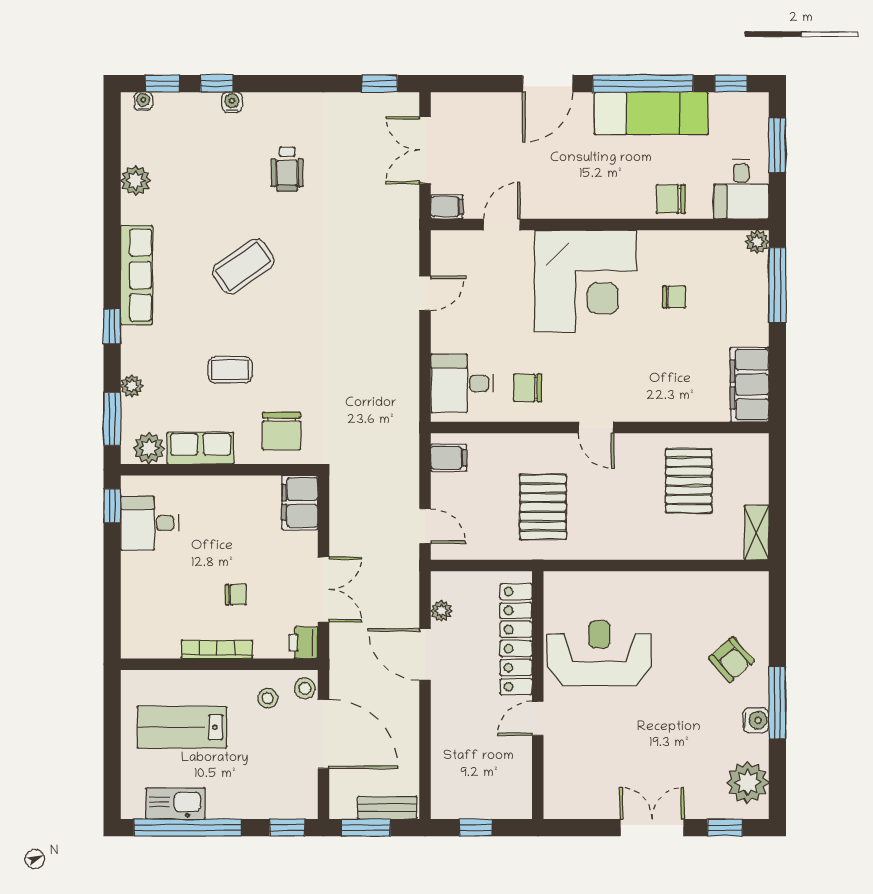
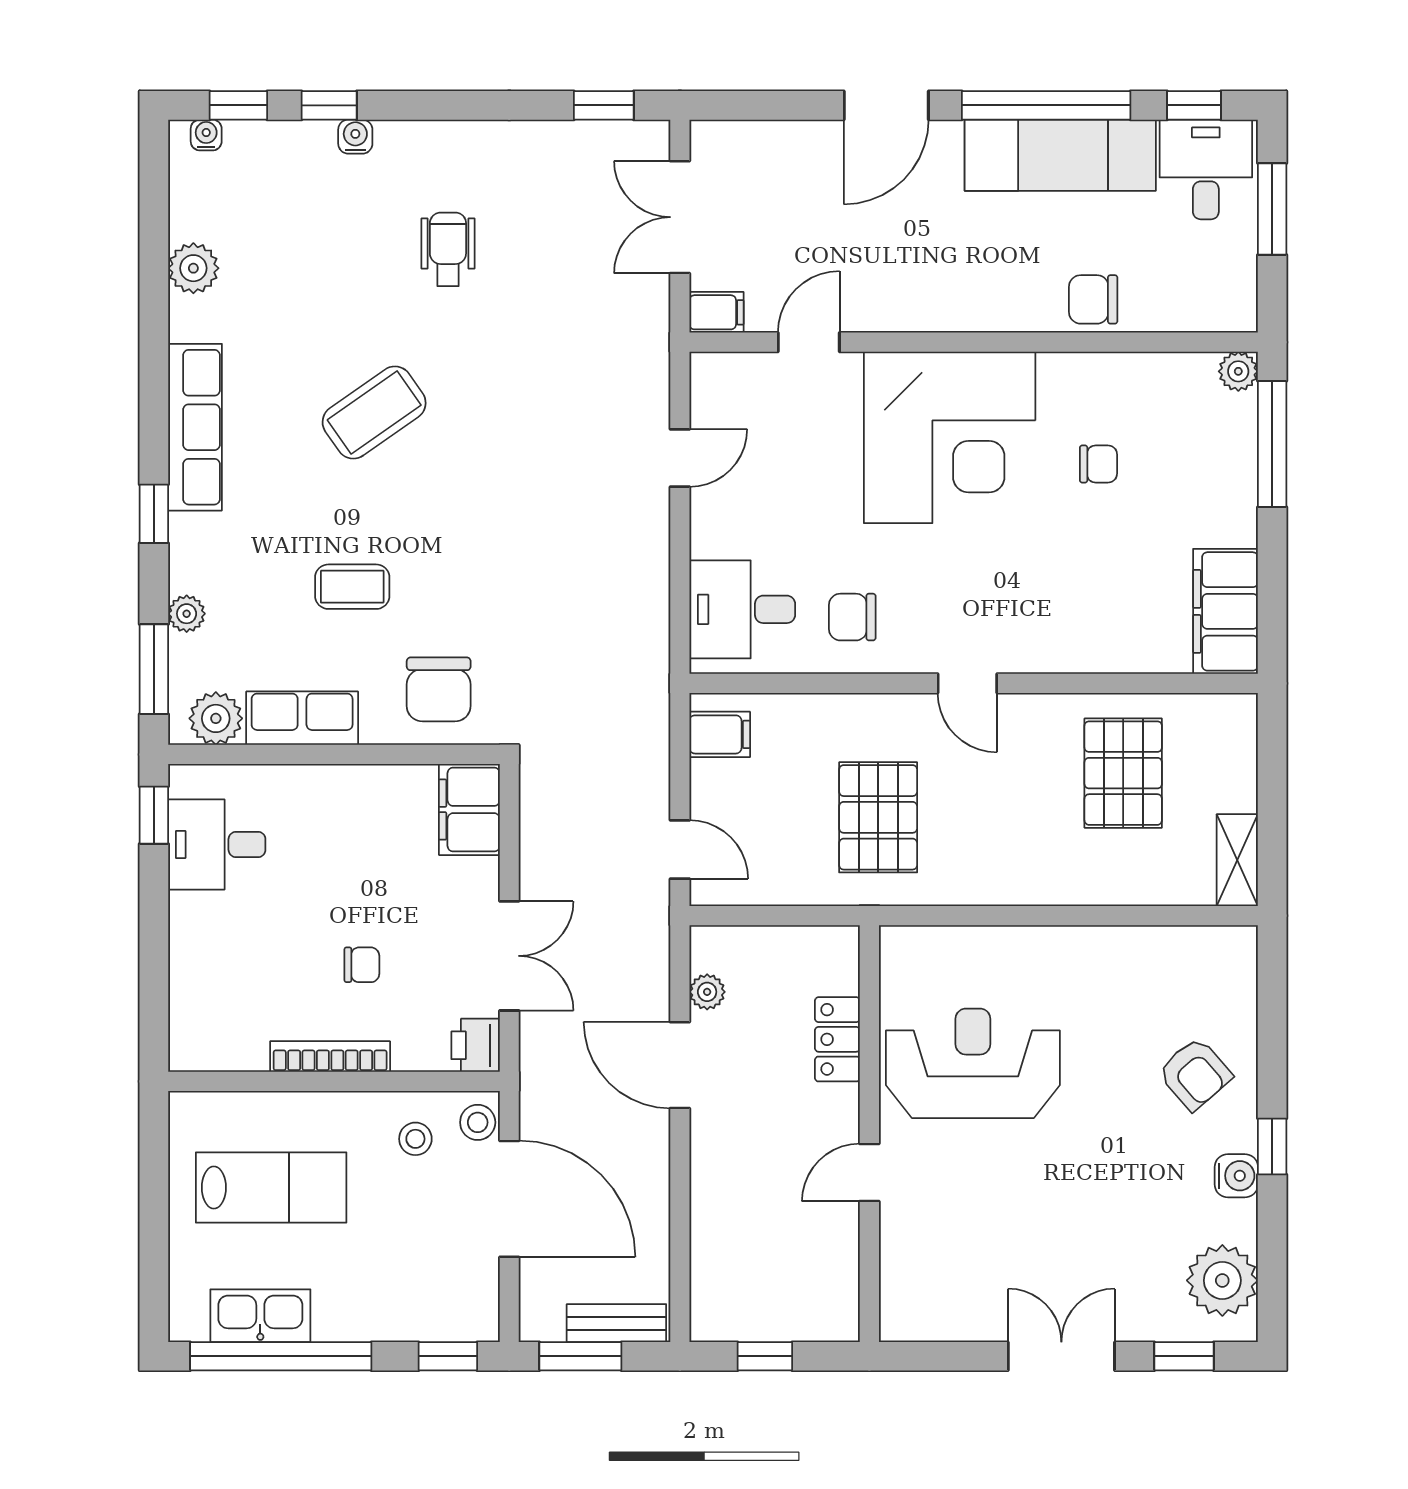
wheelchair: (287, 169) -> (448, 249), turned 180
desk: (741, 189) -> (1206, 169), moved, turned 180
locker: (516, 639) -> (837, 1039), width x0.46, depth x0.83
window: (777, 703) -> (1272, 1146), width x0.46
lab bench: (182, 727) -> (271, 1188), turned 180

